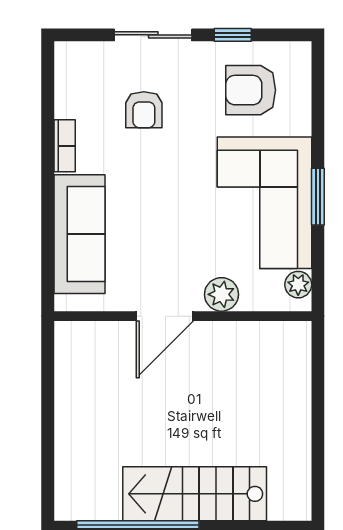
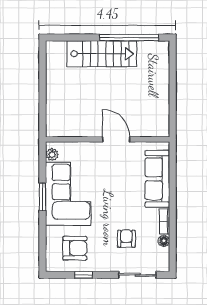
sliding door: (153, 35) -> (138, 275), moved
floor lamp: (66, 105) -> (164, 241), added
plant: (221, 294) -> (89, 150), removed
door: (165, 316) -> (116, 139), hinge flipped

